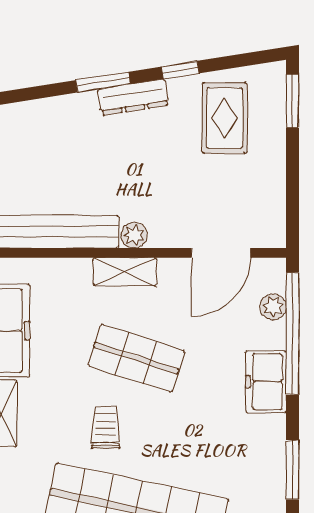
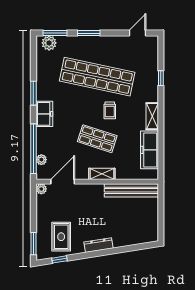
window: (180, 70) -> (59, 259), moved
window: (103, 82) -> (111, 251), removed
plant: (134, 235) -> (41, 189), moved
freezer: (266, 382) -> (44, 114), moved

